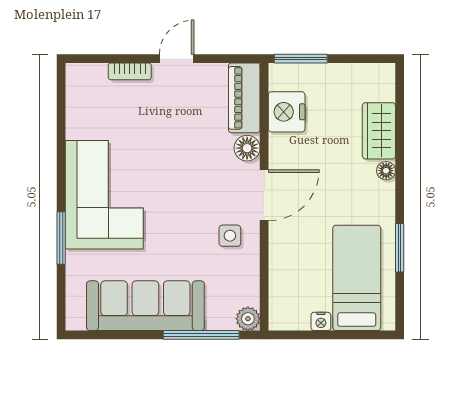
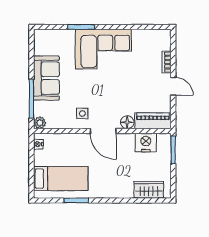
wardrobe: (379, 131) -> (149, 190), moved
floor lamp: (386, 171) -> (116, 194), removed
sofa: (145, 306) -> (46, 78), width x0.73
nightstand: (321, 321) -> (38, 144), moved

